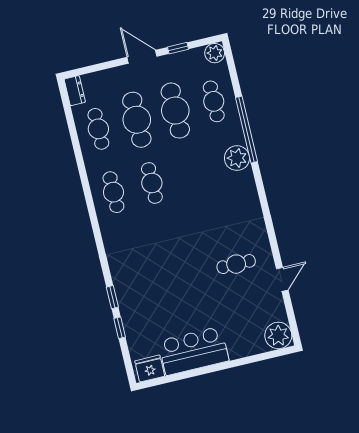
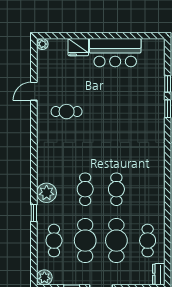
window: (247, 130) -> (34, 213), width x0.32
cafe table: (113, 192) -> (85, 189), moved
plant: (278, 335) -> (42, 44), width x0.53, depth x0.53
fridge: (150, 368) -> (78, 47), moved

